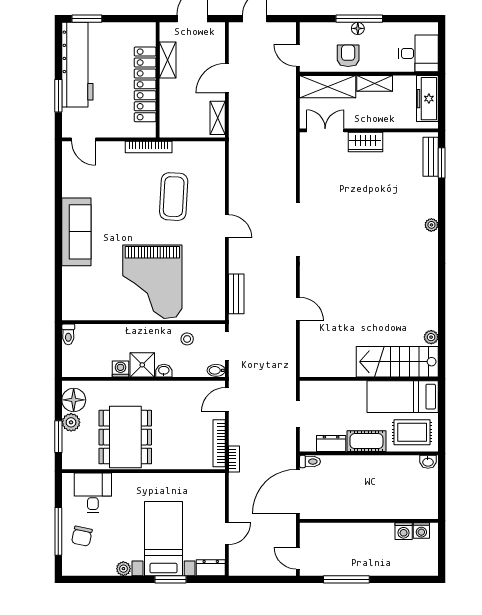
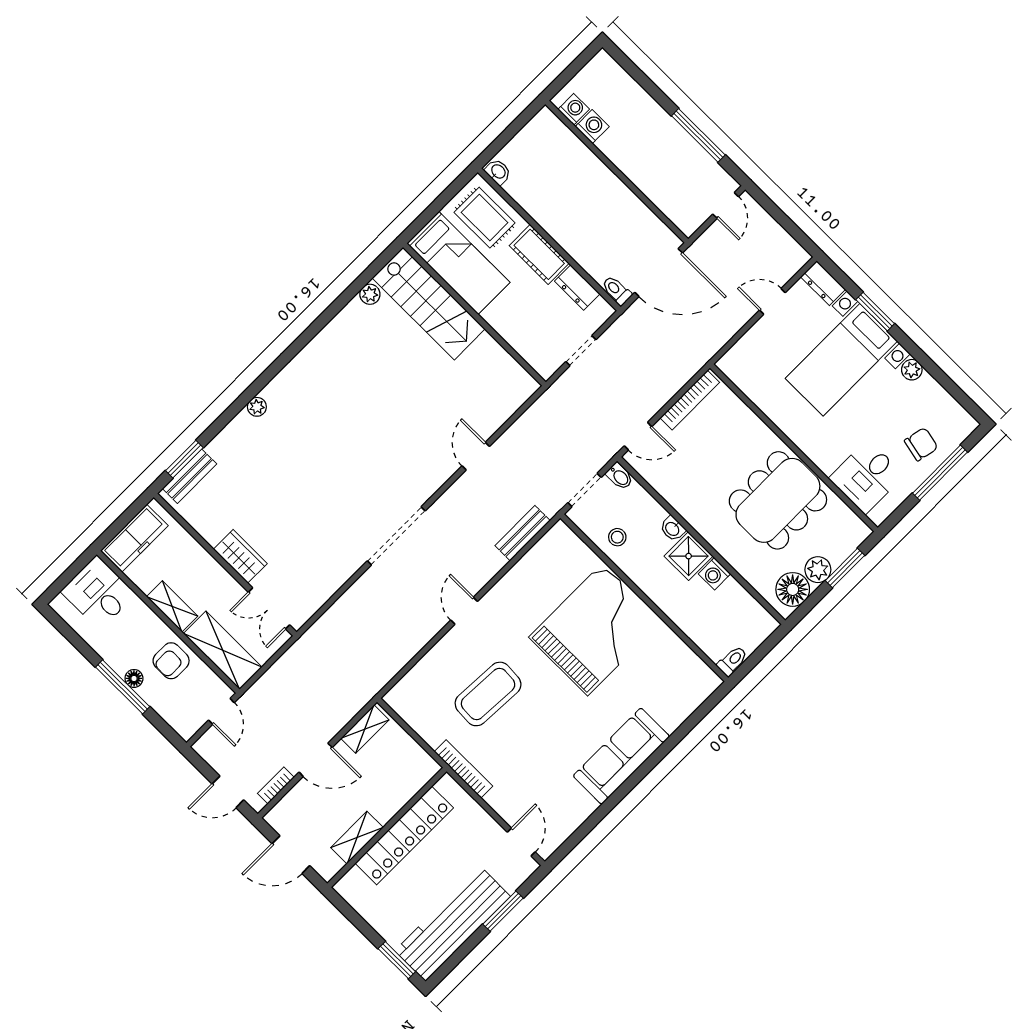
bookcase: (234, 459) -> (276, 785), moved

